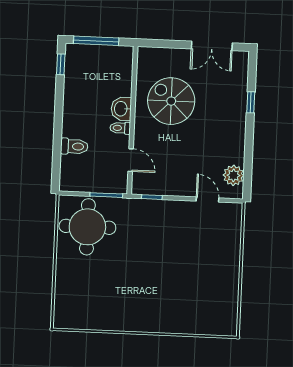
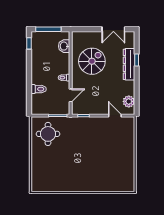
spiral stairs: (171, 101) -> (92, 61), turned 90
washbasin: (121, 109) -> (64, 46), moved
dresser: (237, 109) -> (129, 64), added
door: (131, 160) -> (71, 95), hinge flipped
round table: (87, 227) -> (48, 134), width x0.73, depth x0.73

